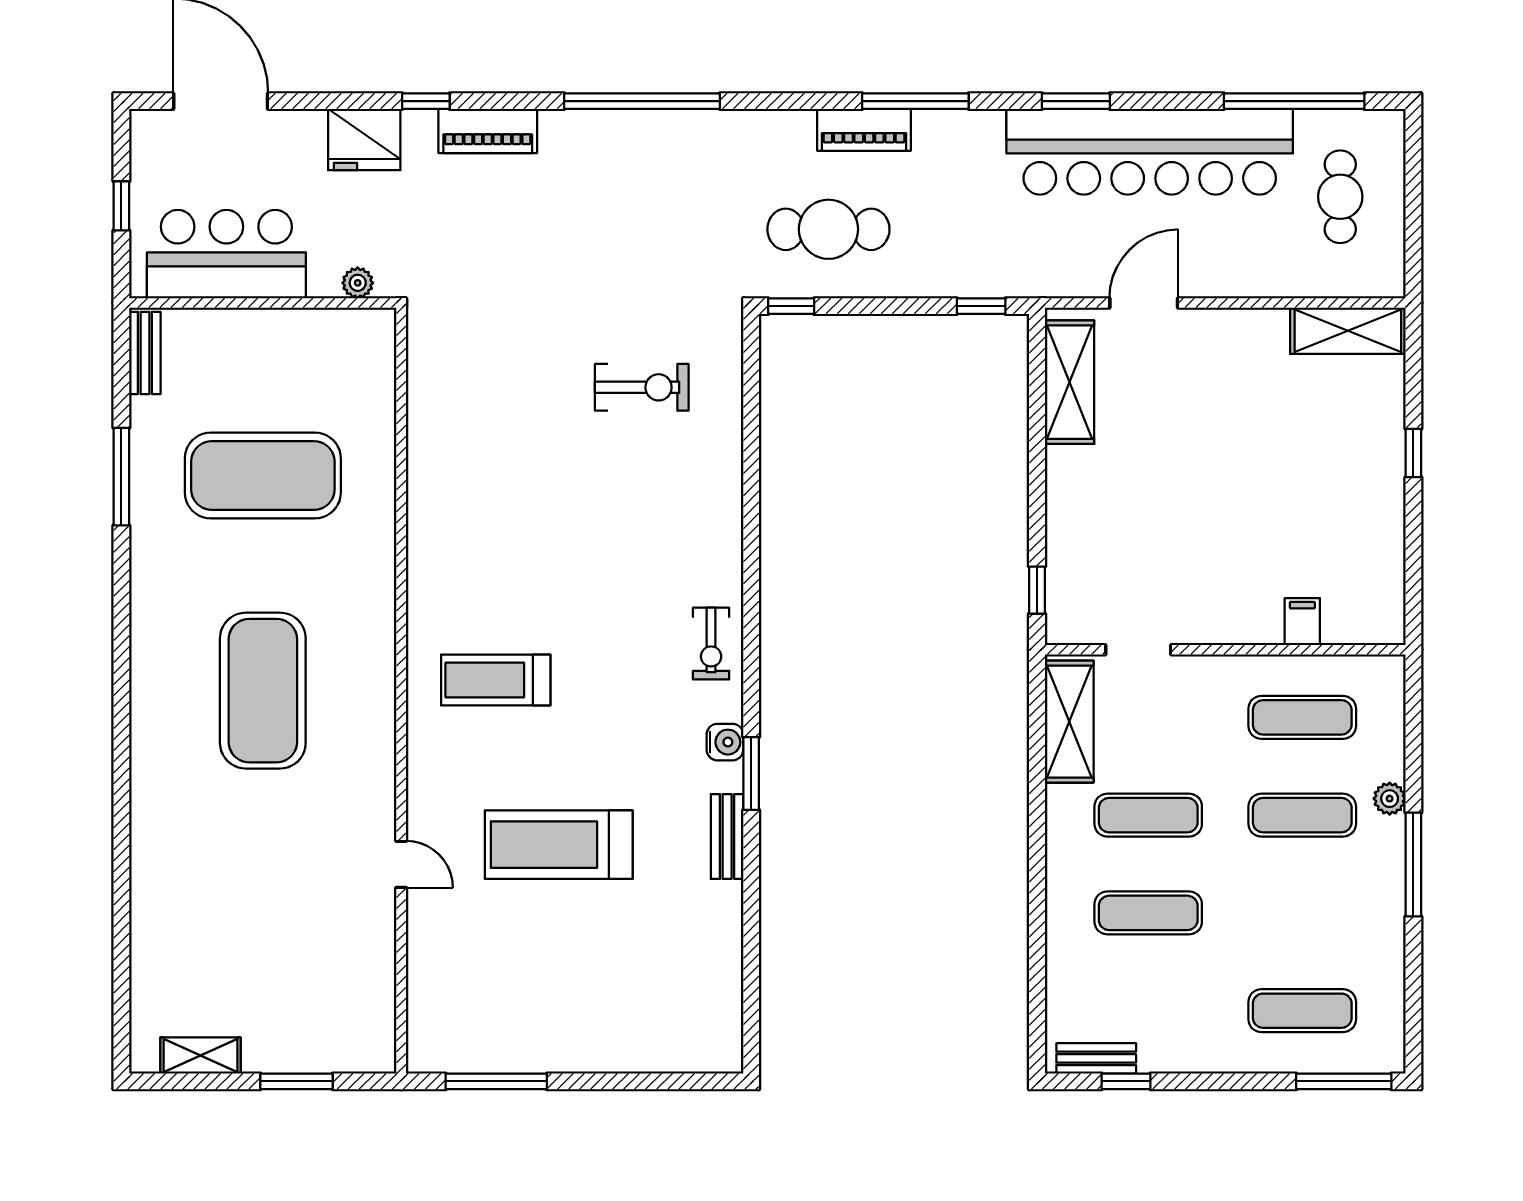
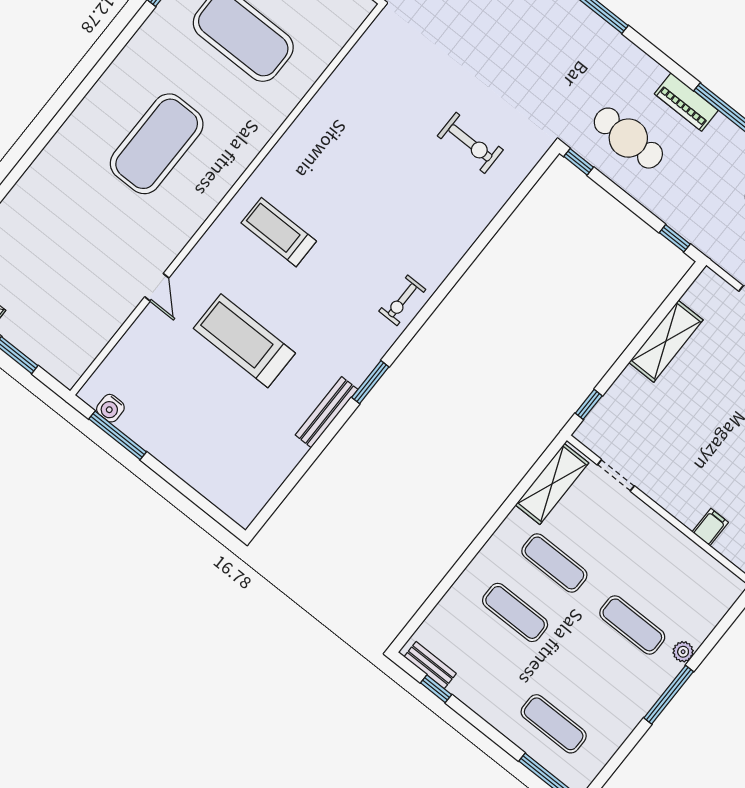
shelving: (1070, 382) -> (666, 341), moved
exercise mat: (1302, 717) -> (672, 576), removed
water cooler: (725, 742) -> (110, 408), moved, turned 90
bench: (727, 836) -> (327, 412), width x1.36

